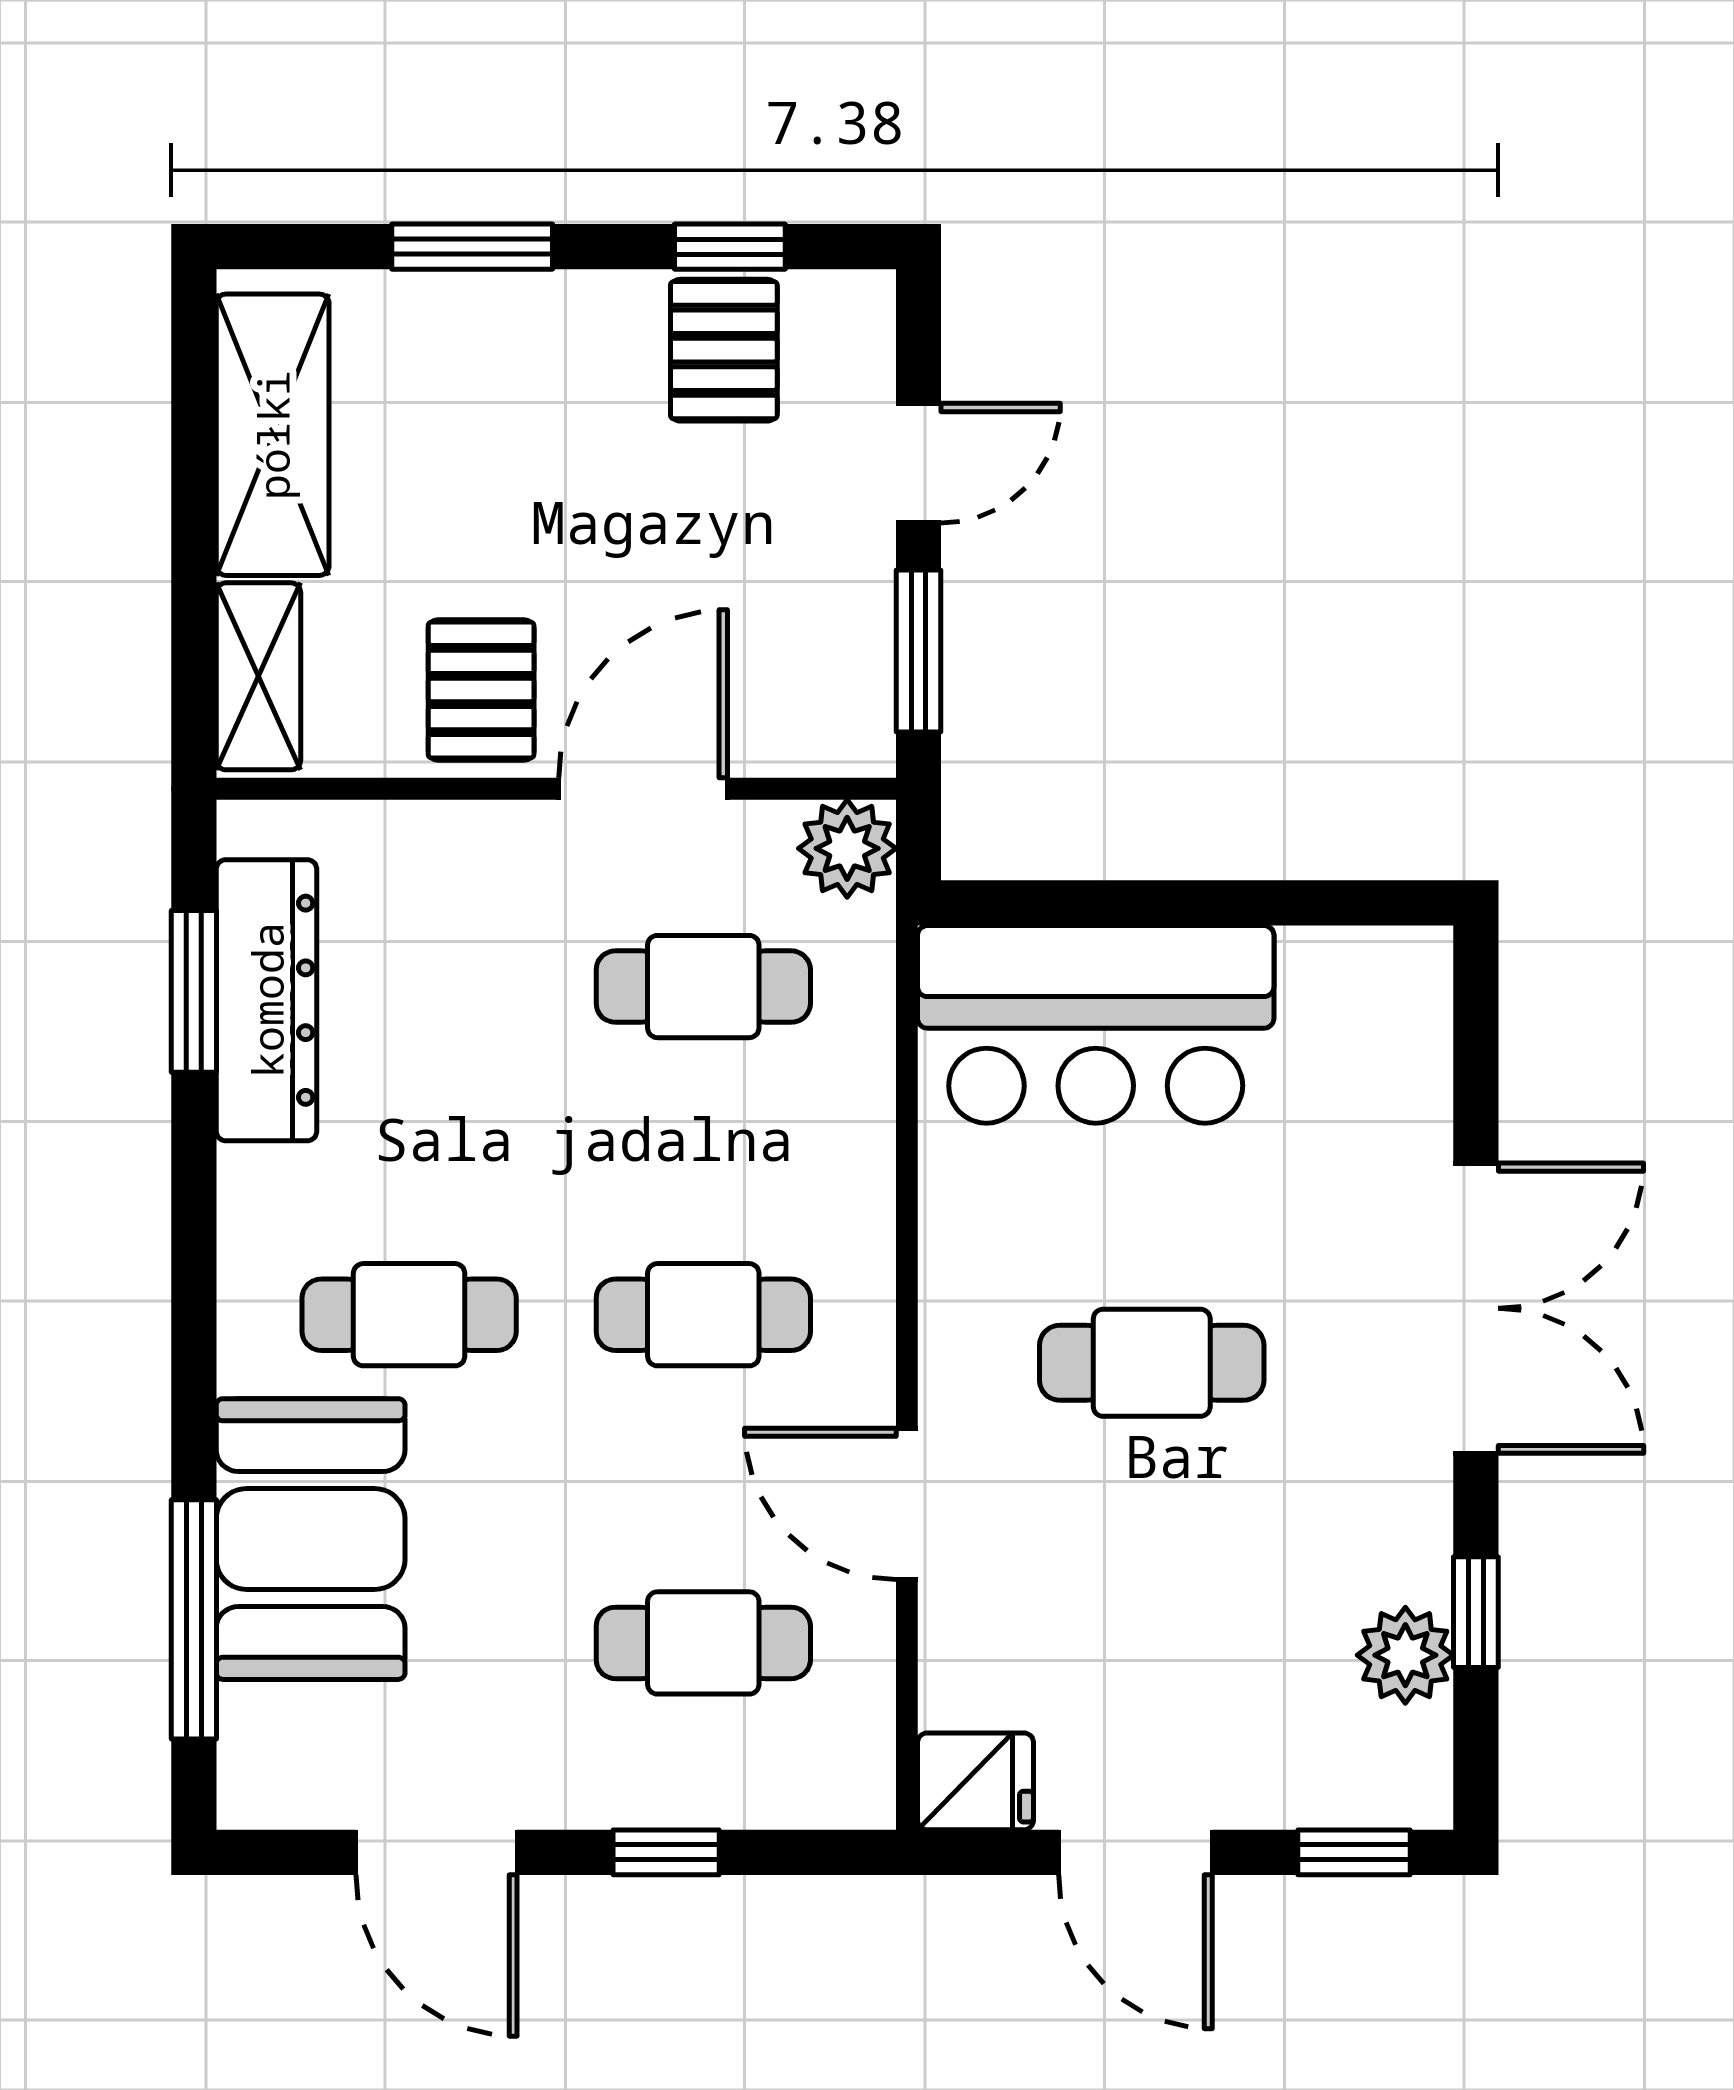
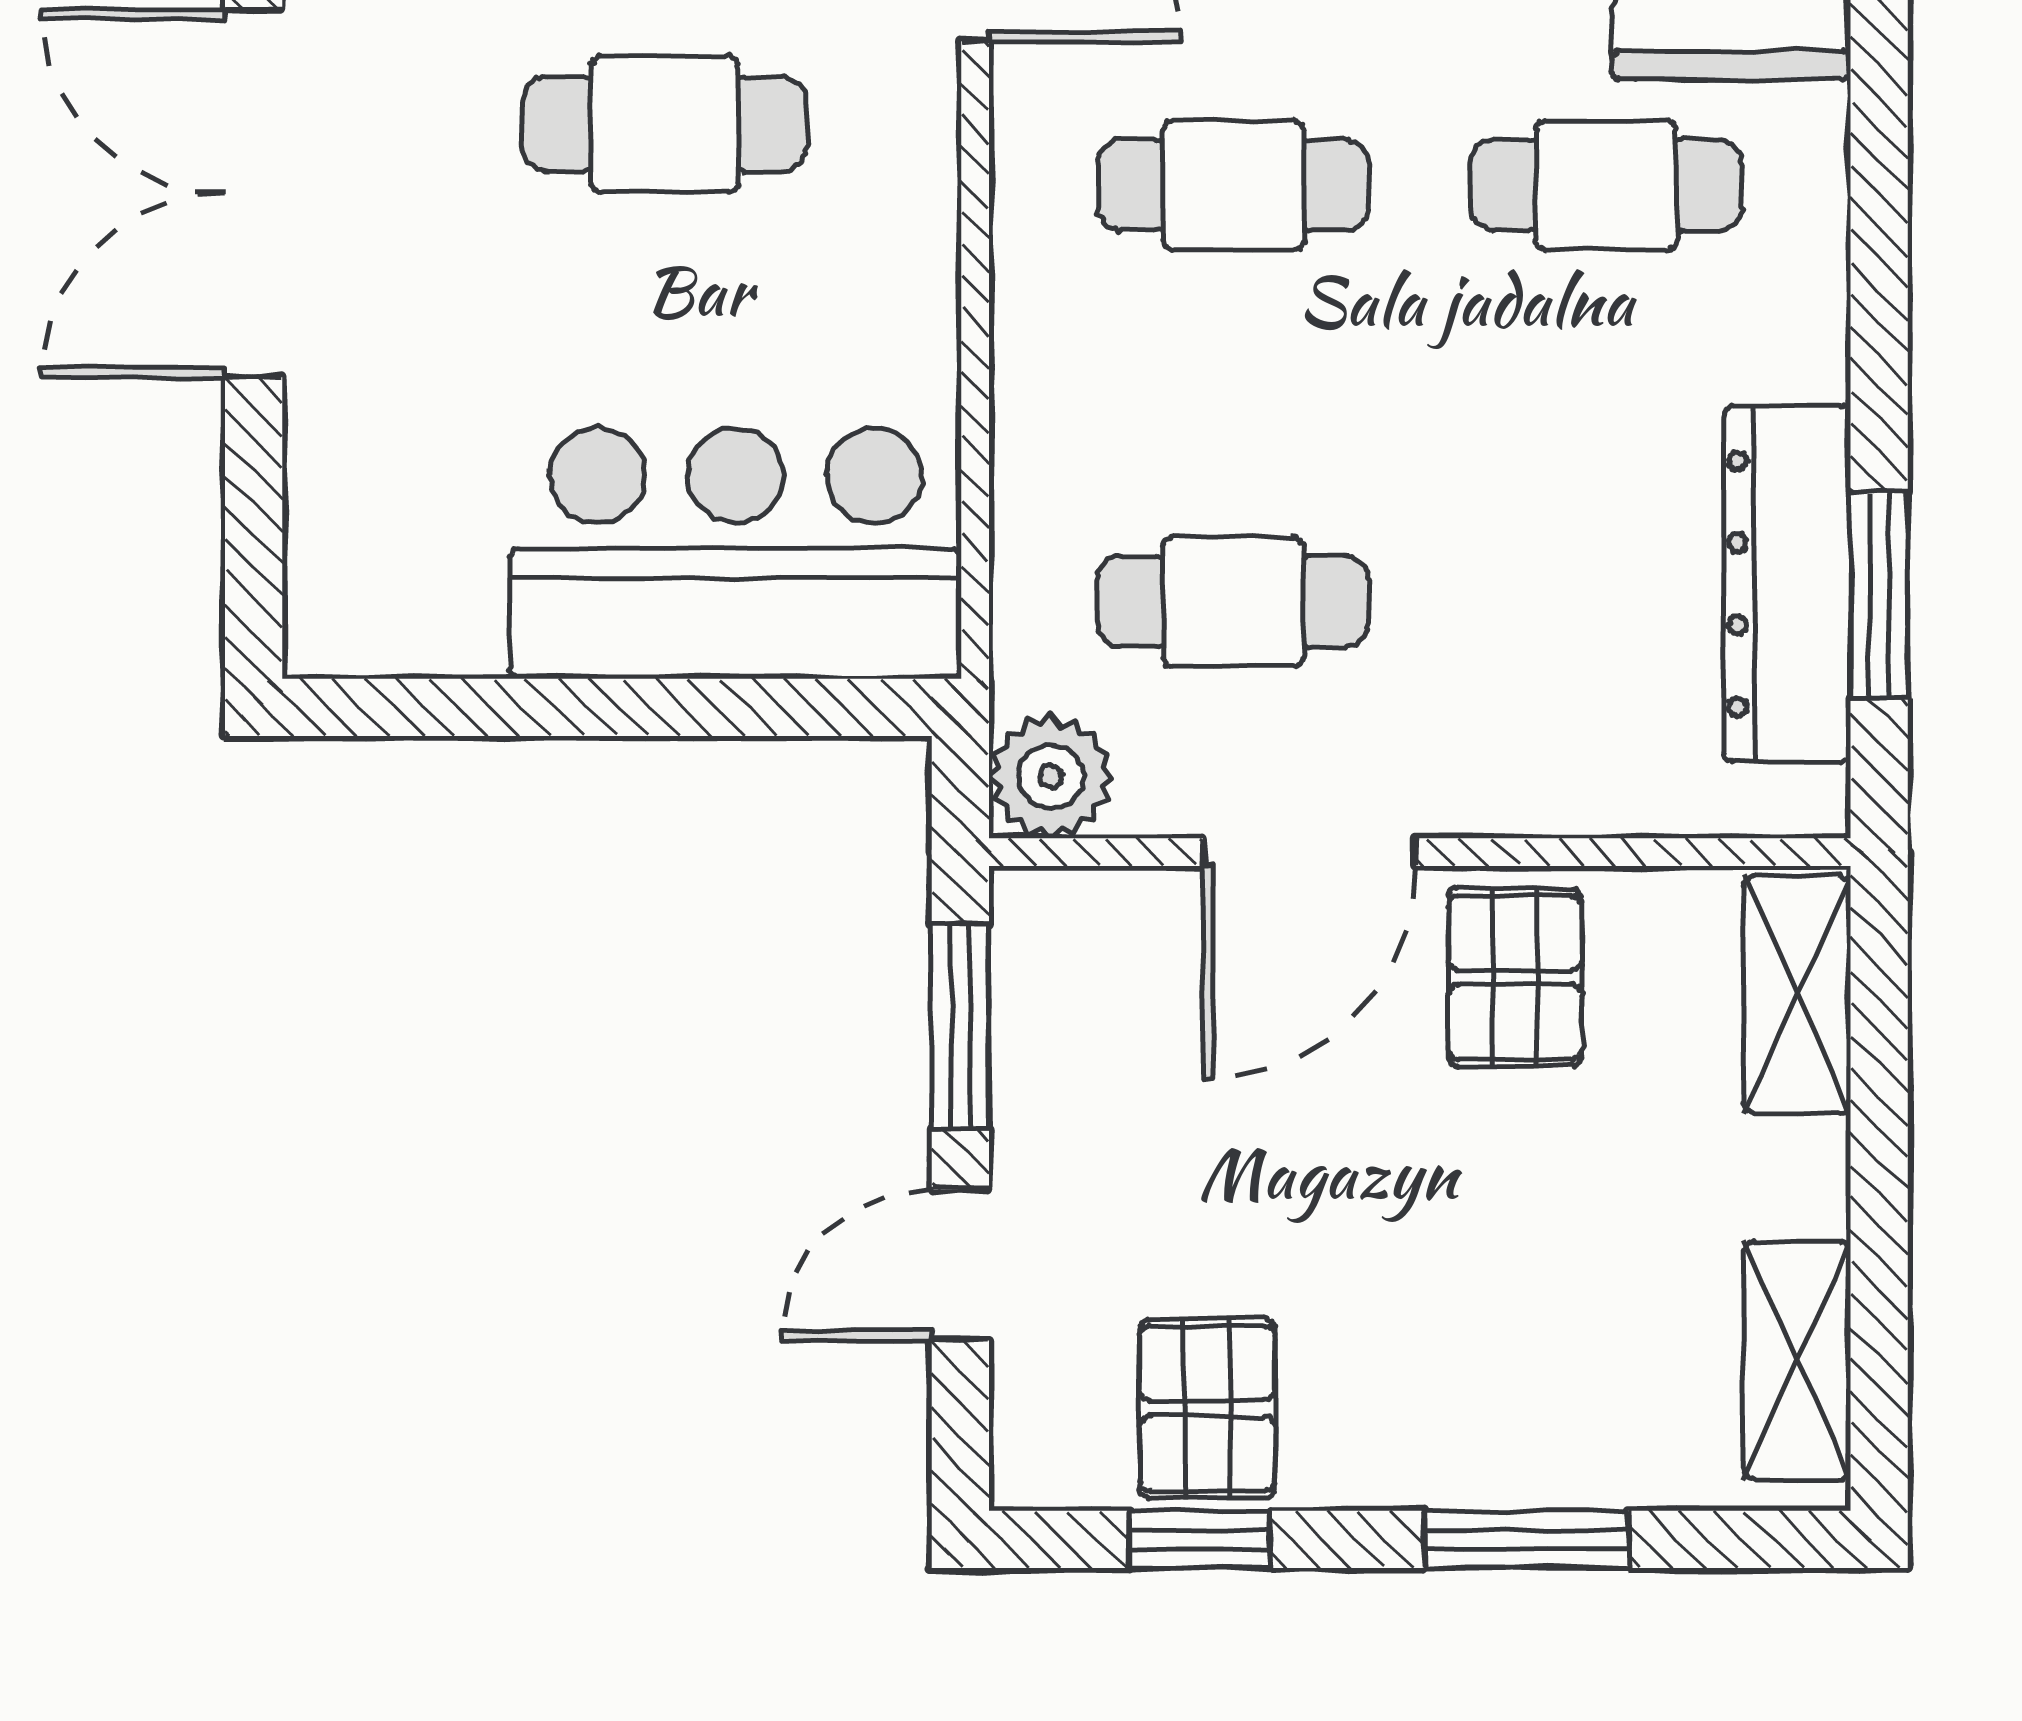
shelving: (273, 435) -> (1797, 1361), width x0.67, depth x0.75

